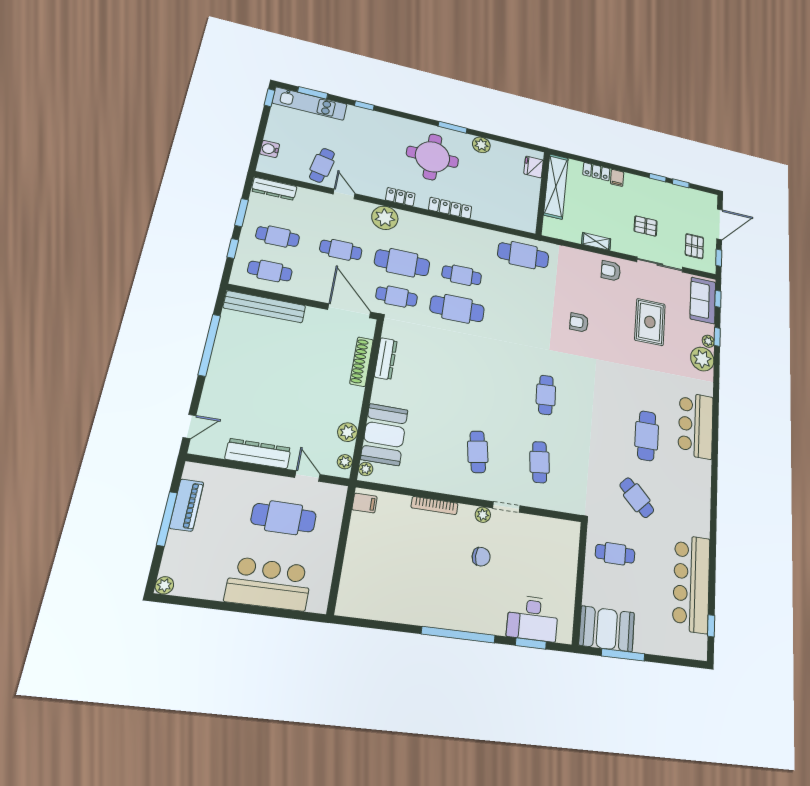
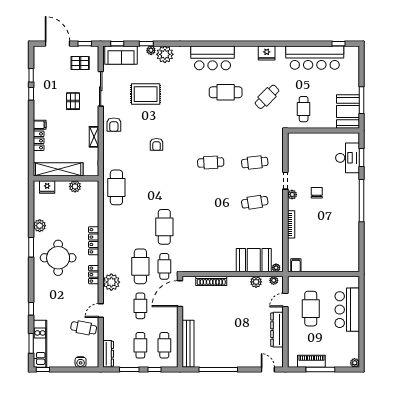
plant: (530, 202) -> (75, 186), added
cafe table: (462, 275) -> (140, 227), removed
dresser: (386, 359) -> (206, 267), removed
fridge: (700, 508) -> (267, 53), added

